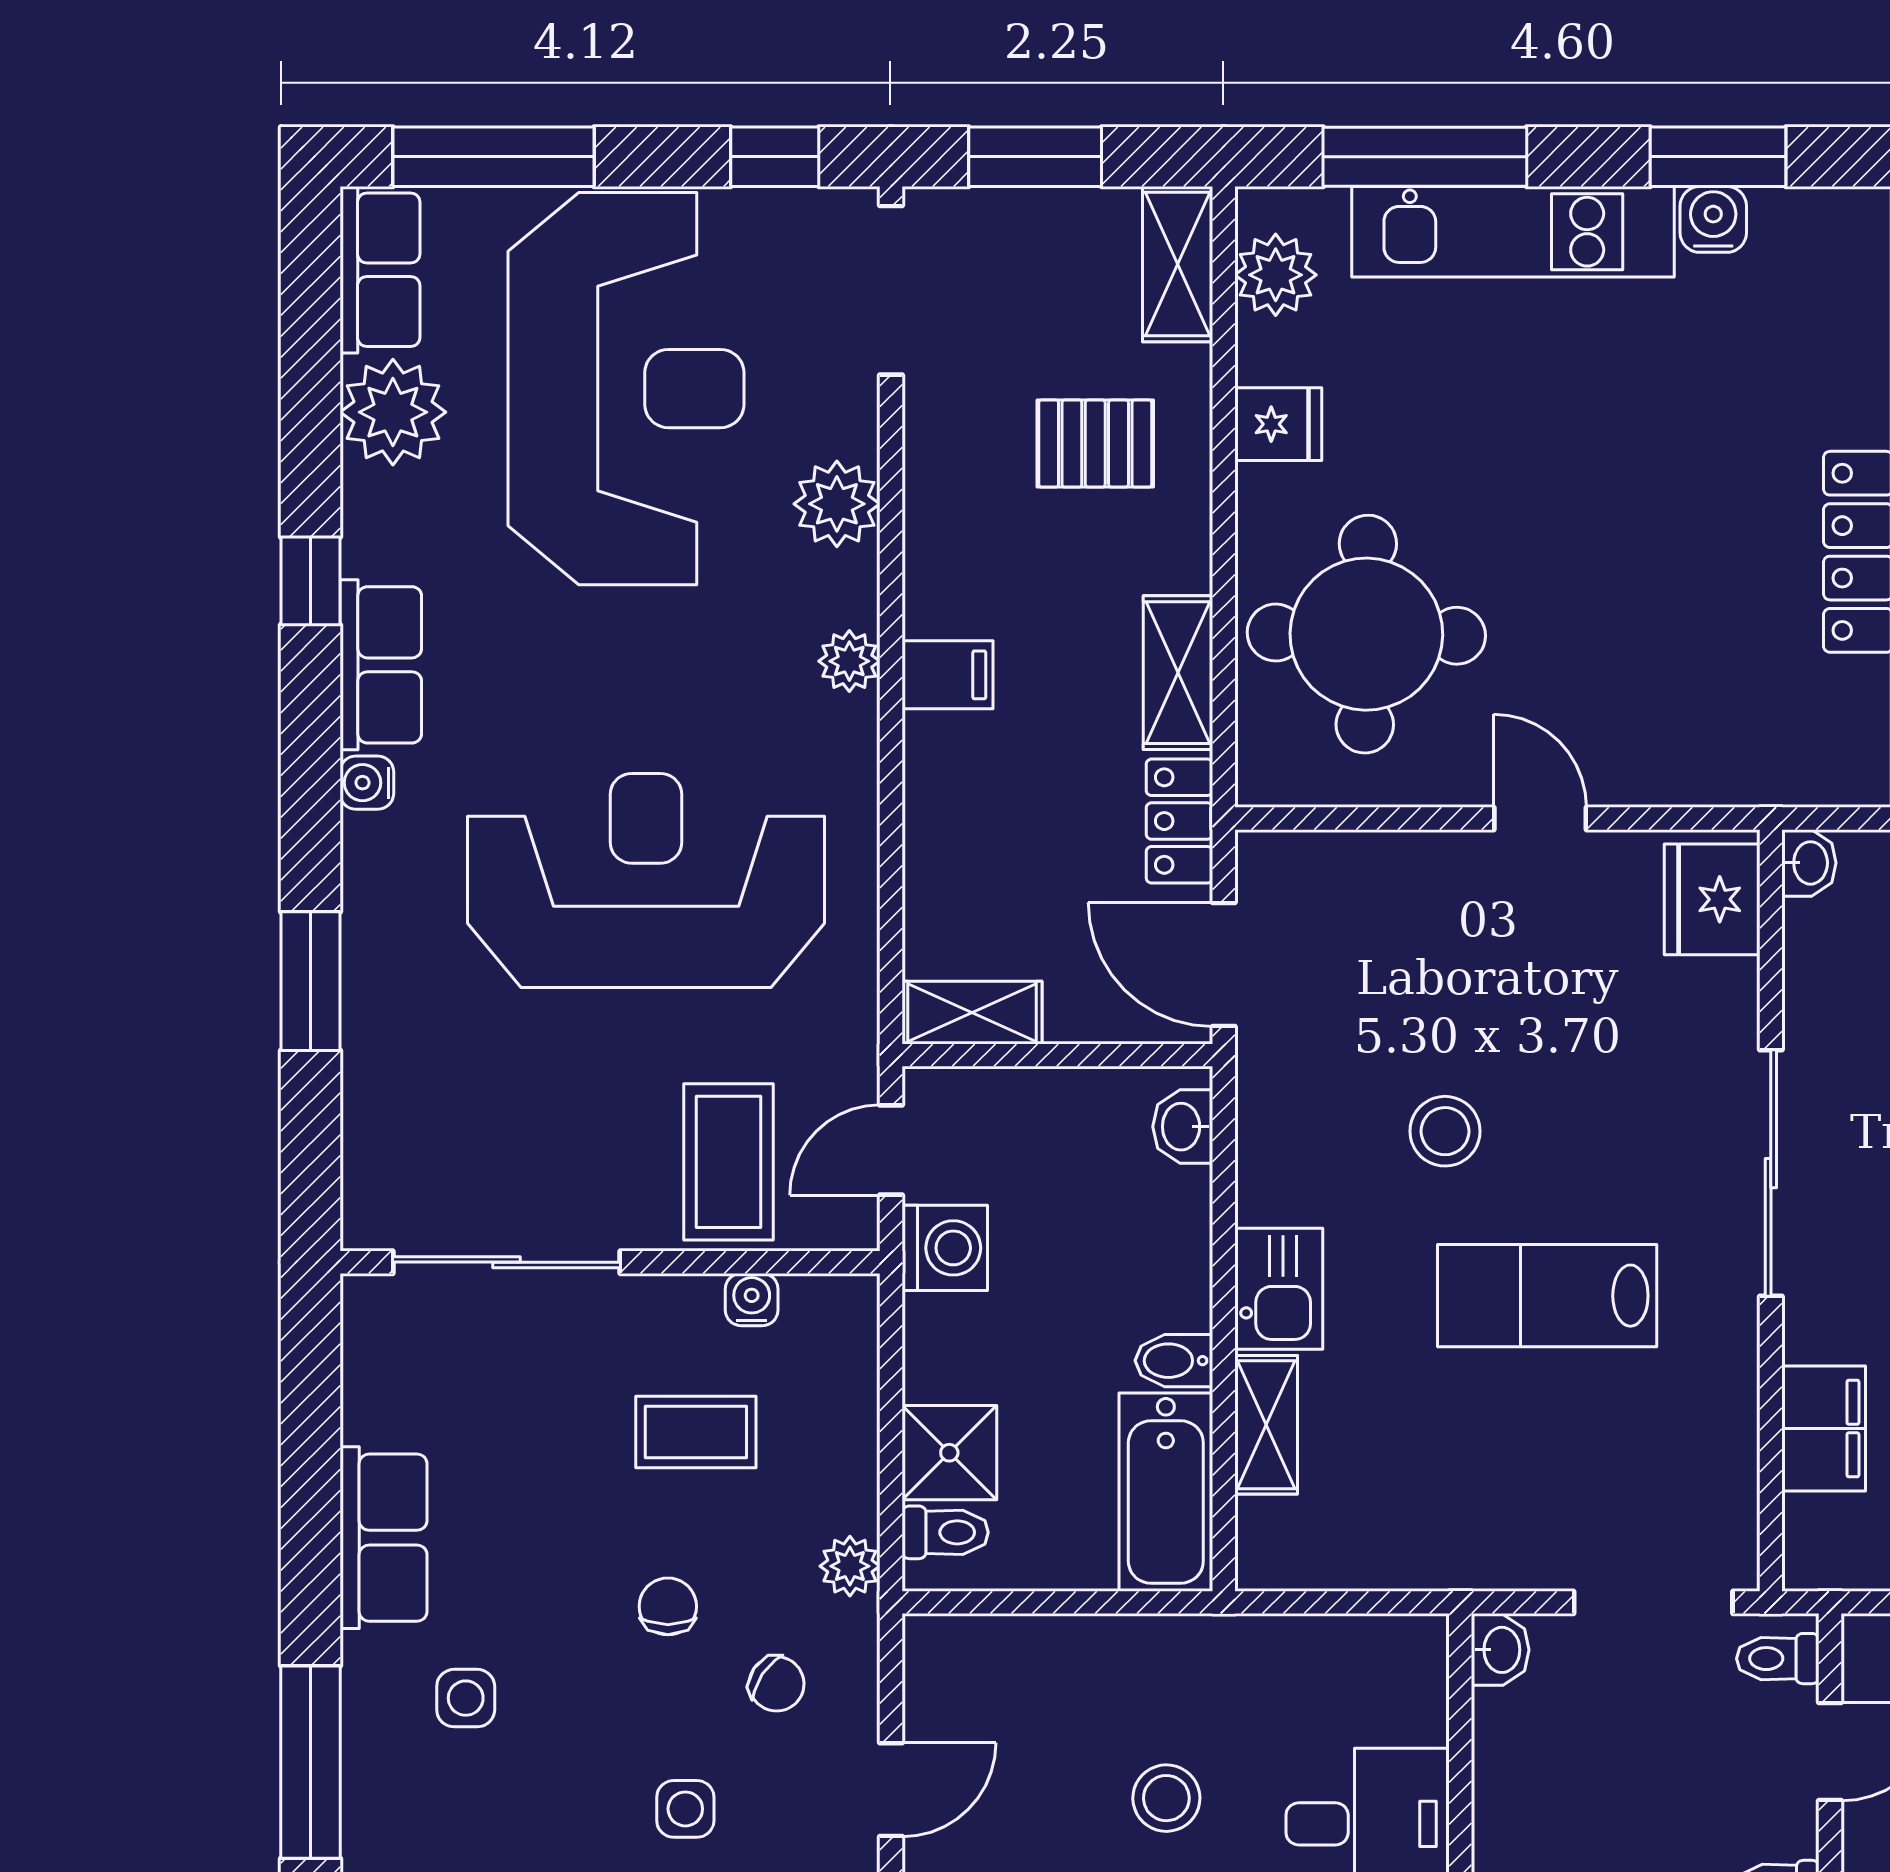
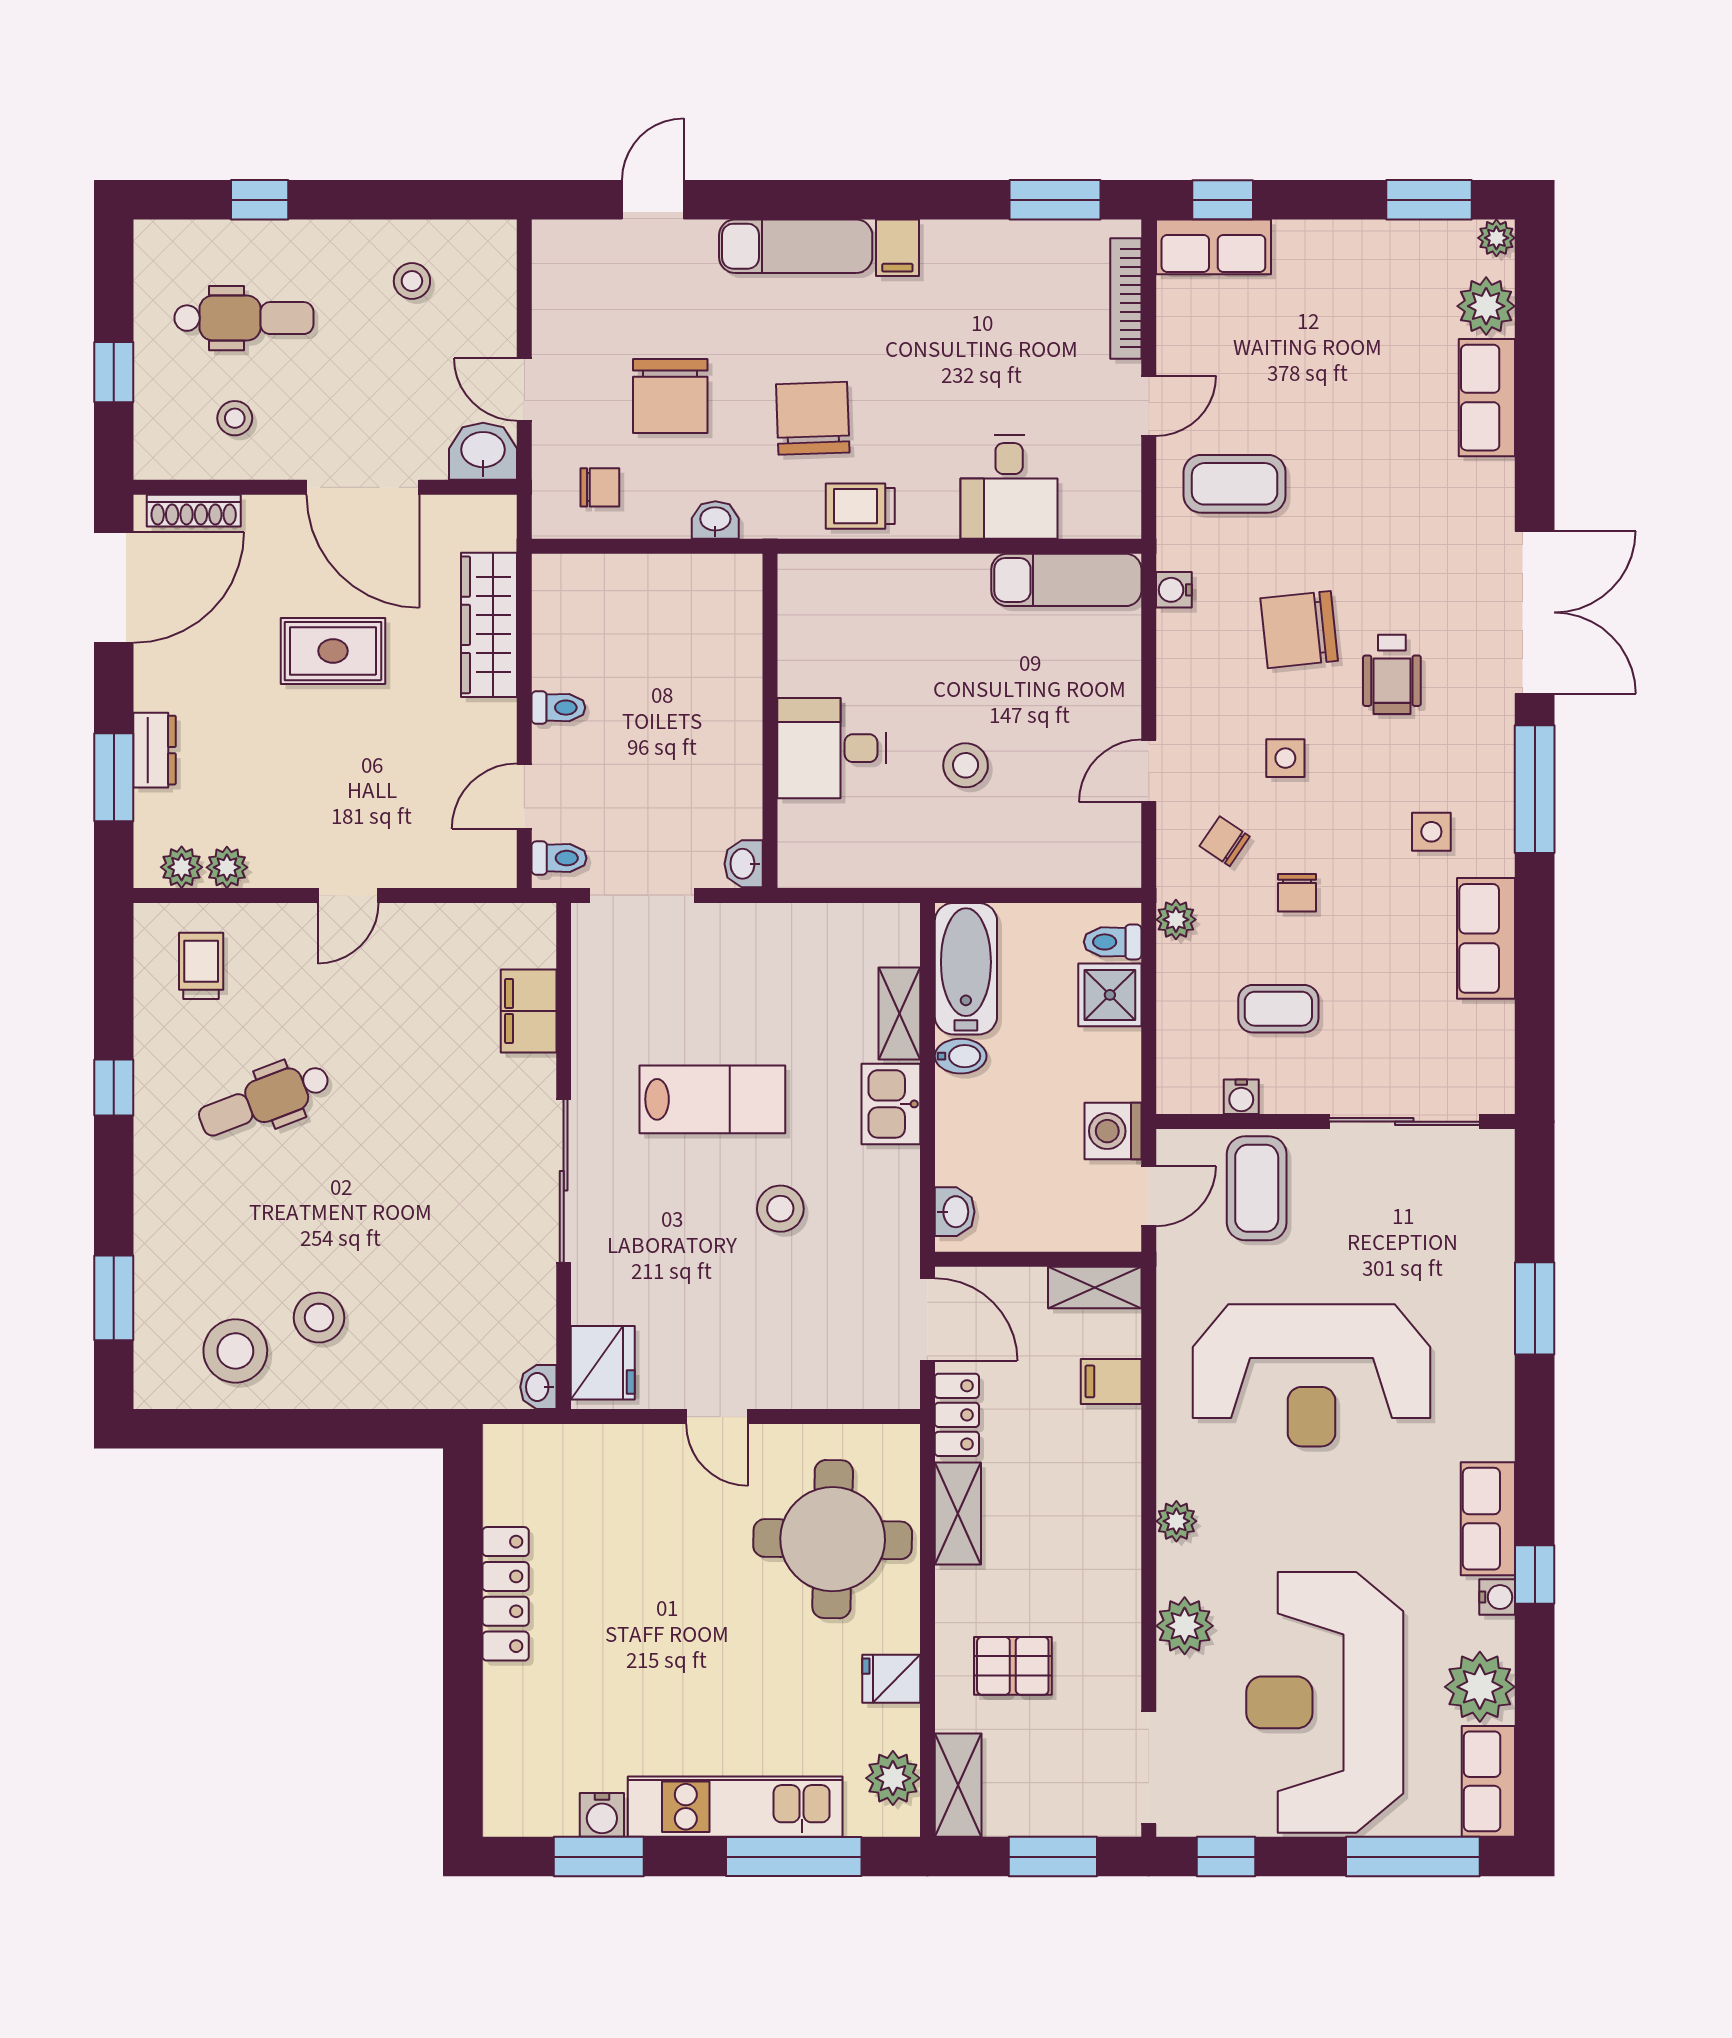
filing cabinet: (947, 675) -> (1111, 1381), moved
water cooler: (367, 783) -> (1497, 1597), moved

